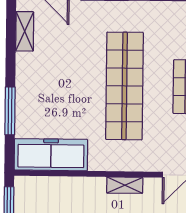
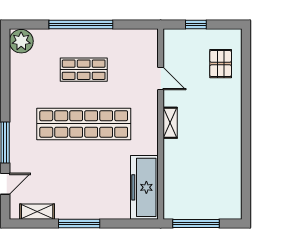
window: (10, 111) -> (79, 223), moved

